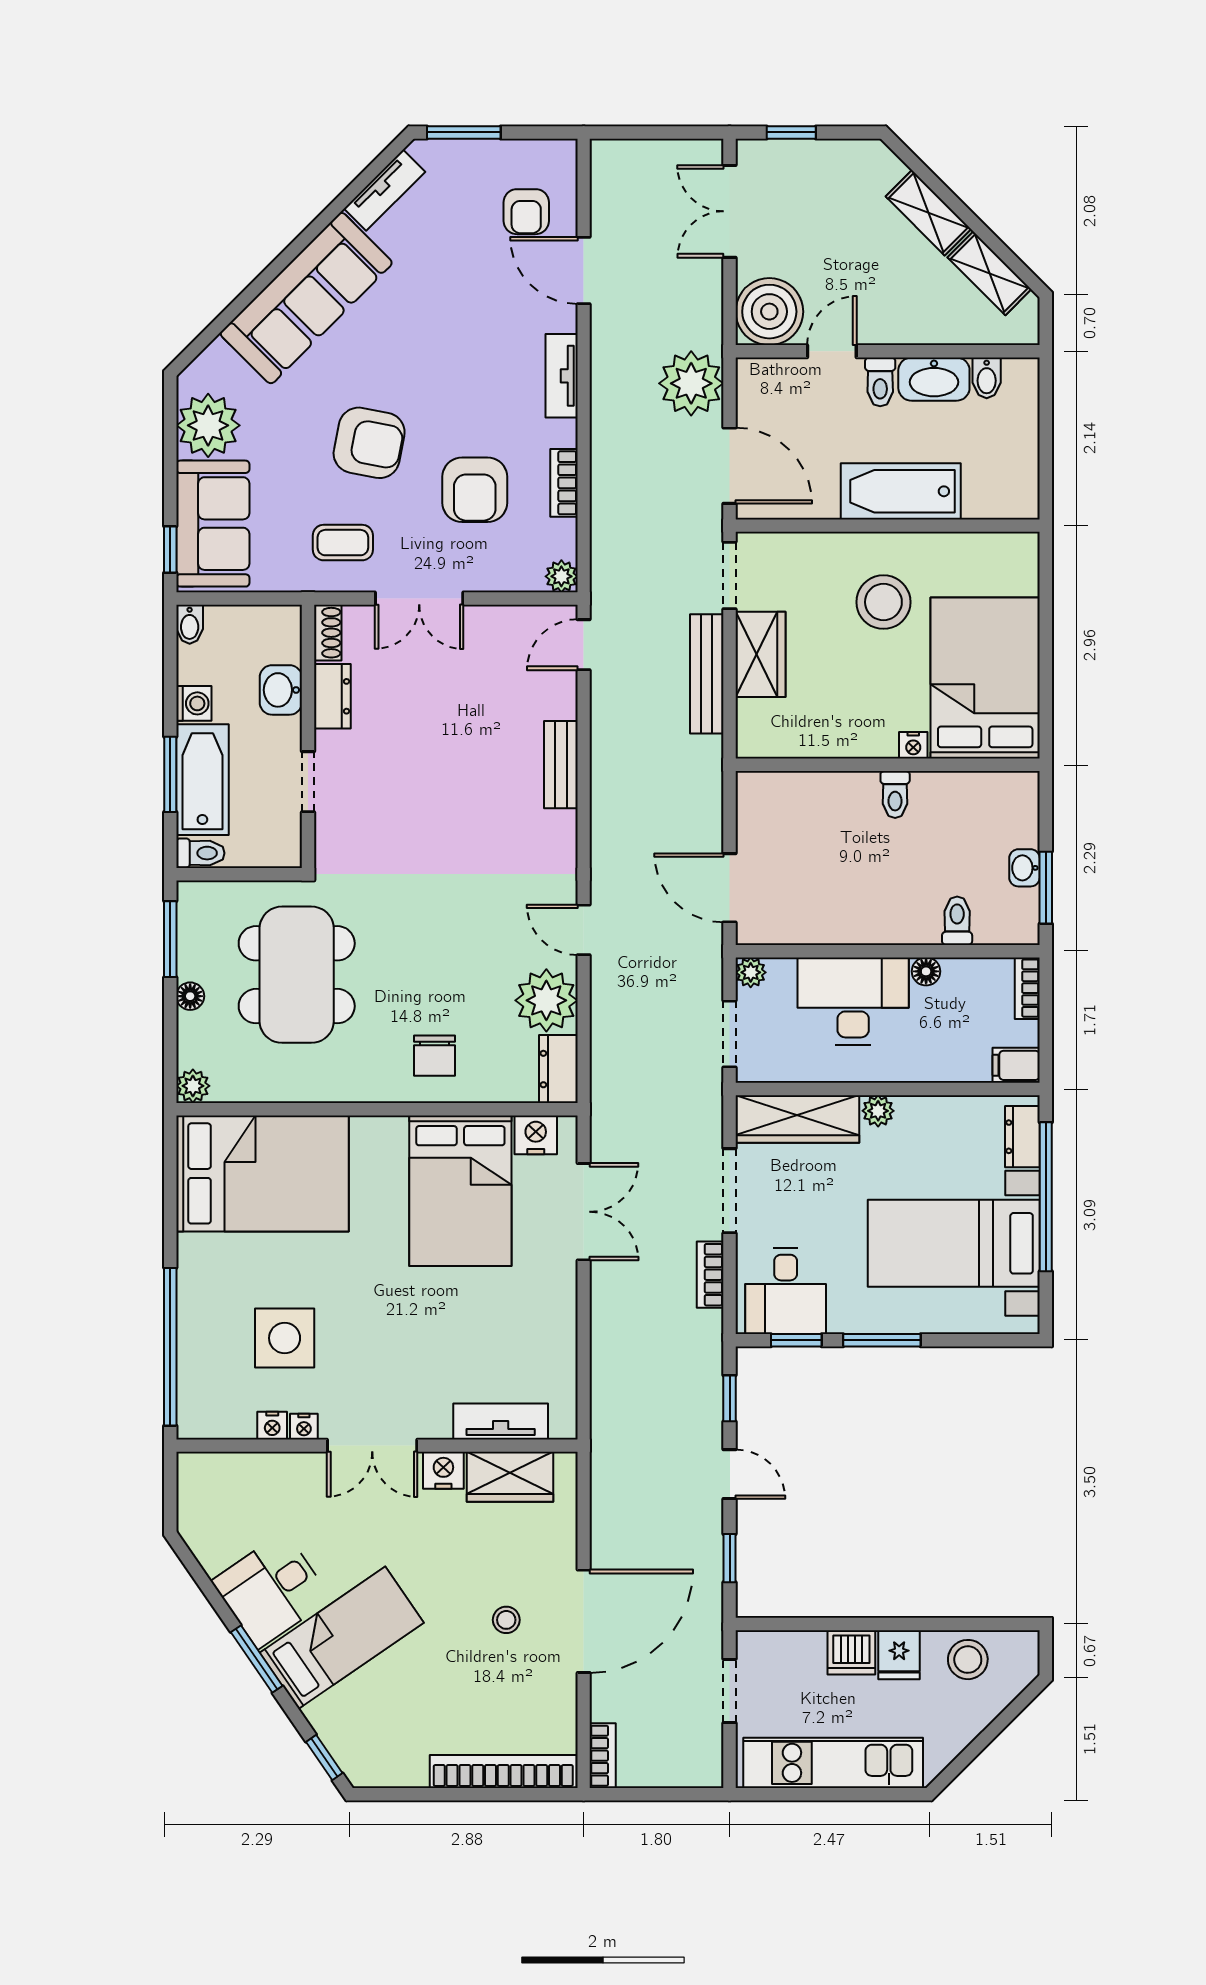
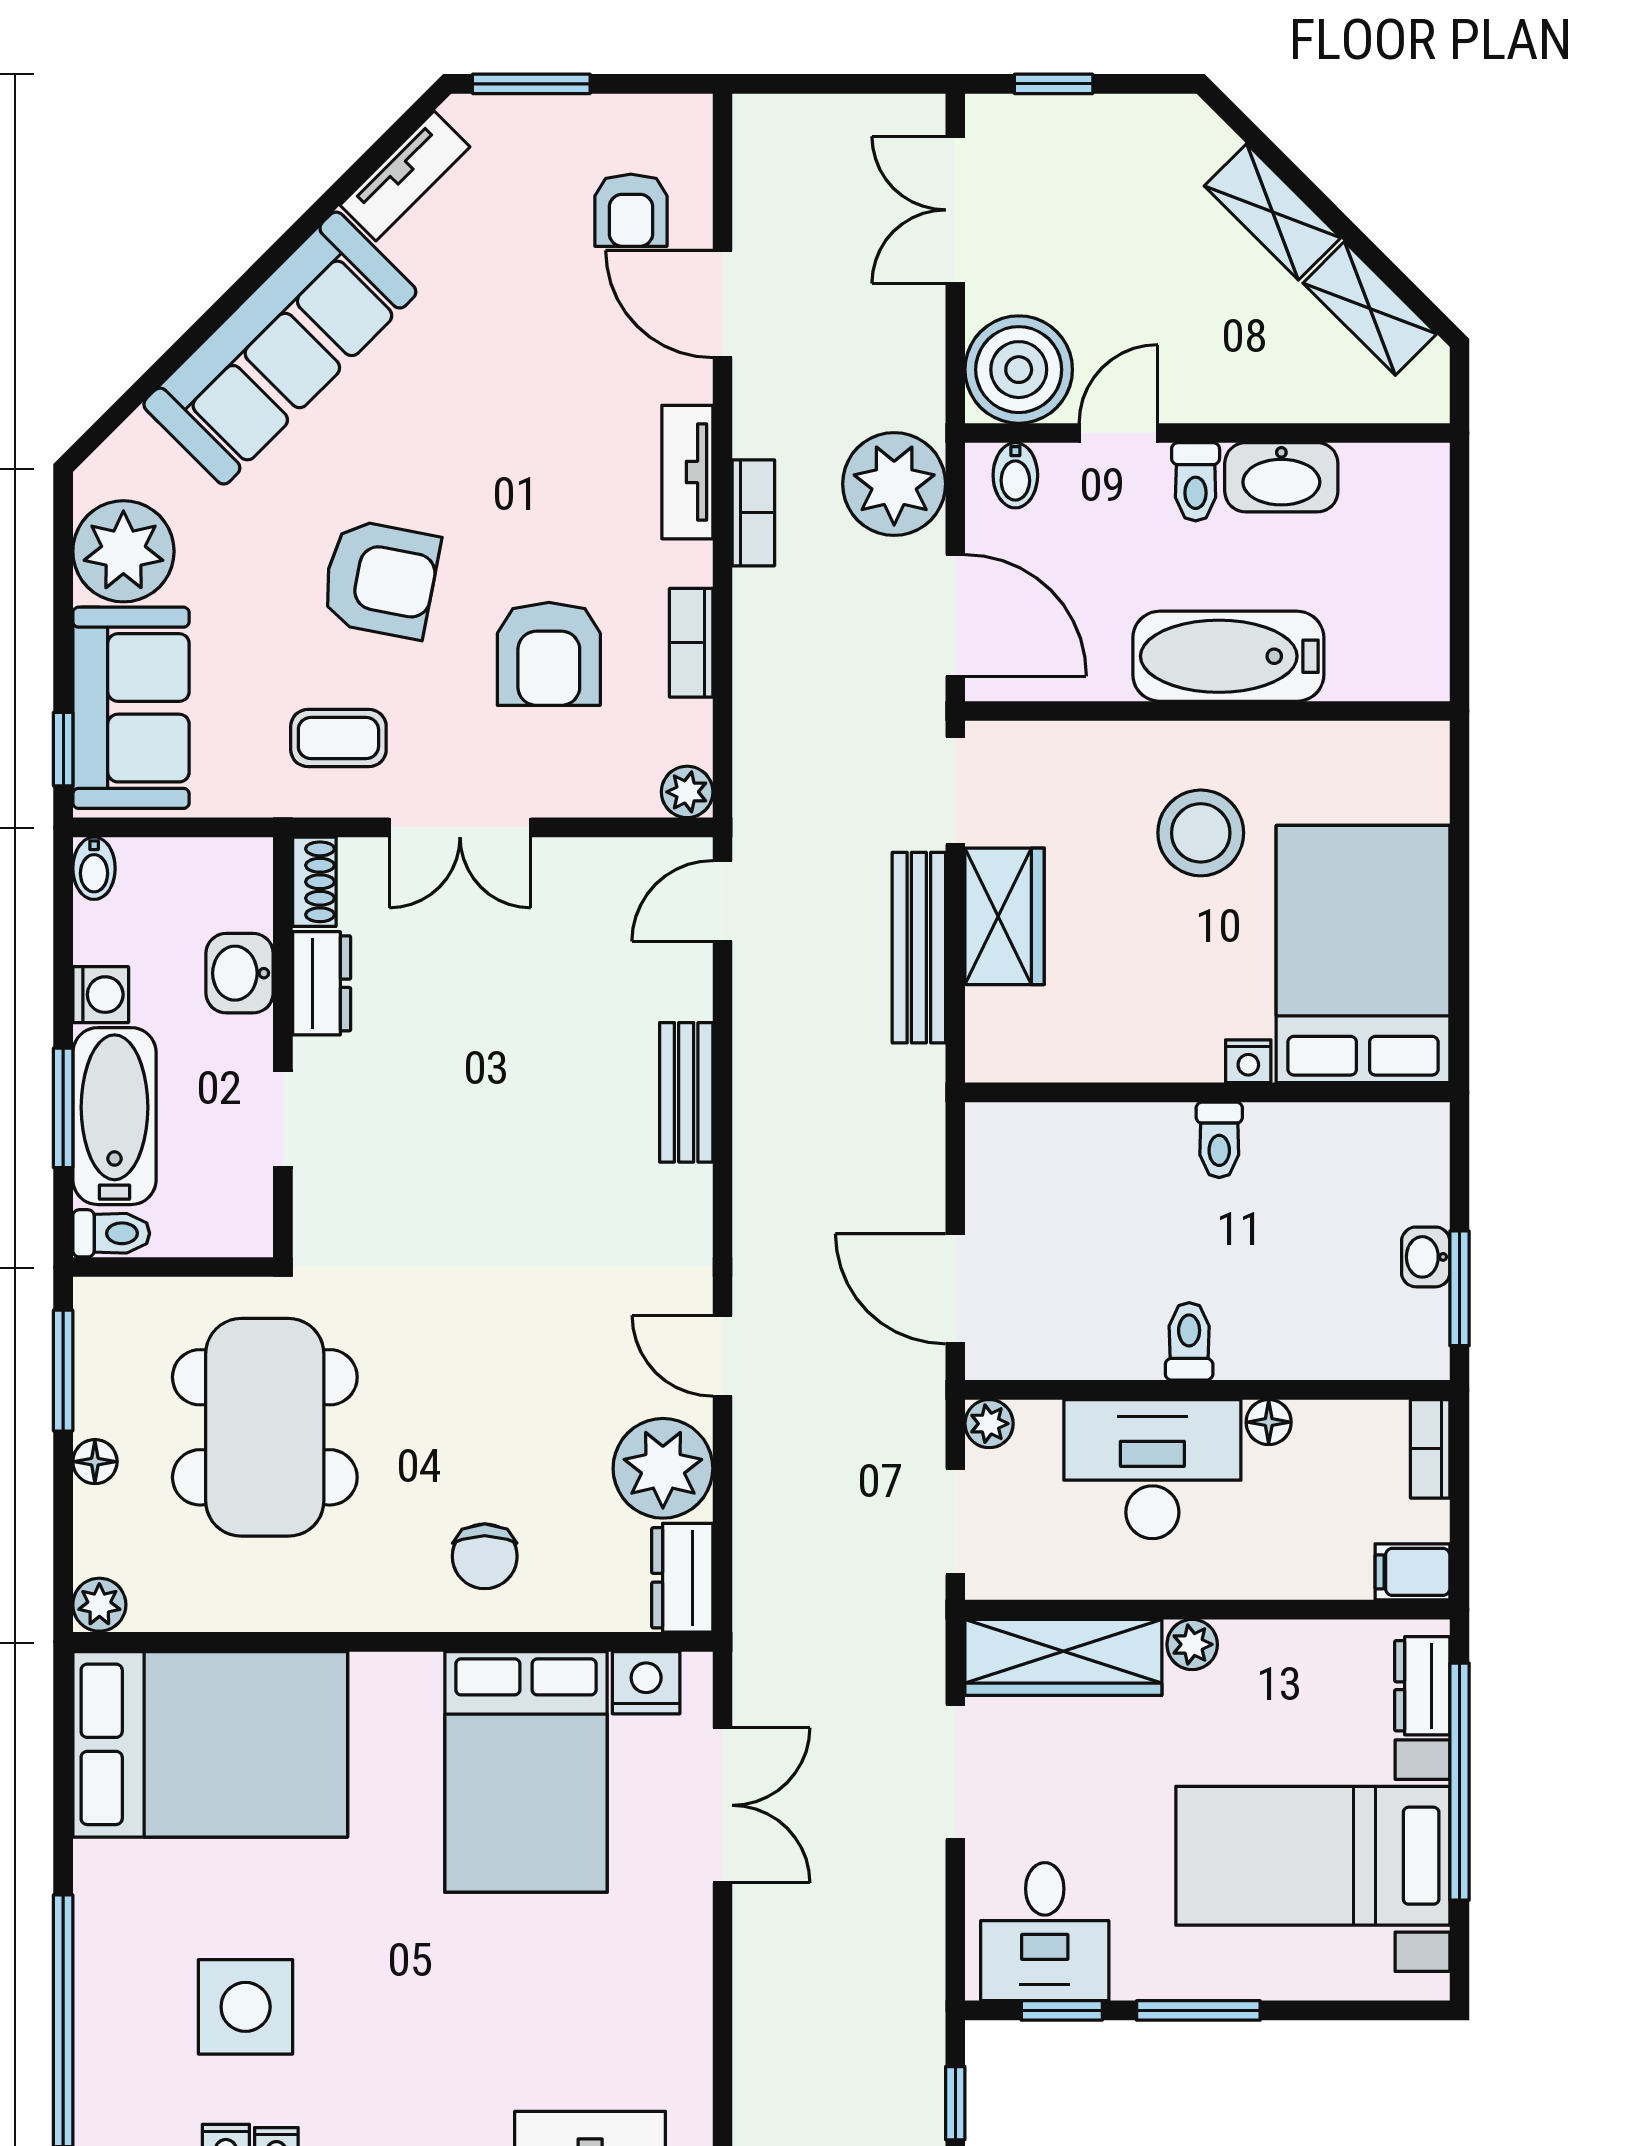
bidet: (987, 378) -> (1015, 475), moved
toilet: (957, 921) -> (1189, 1341), moved
bookcase: (710, 1275) -> (753, 513), moved, turned 180

